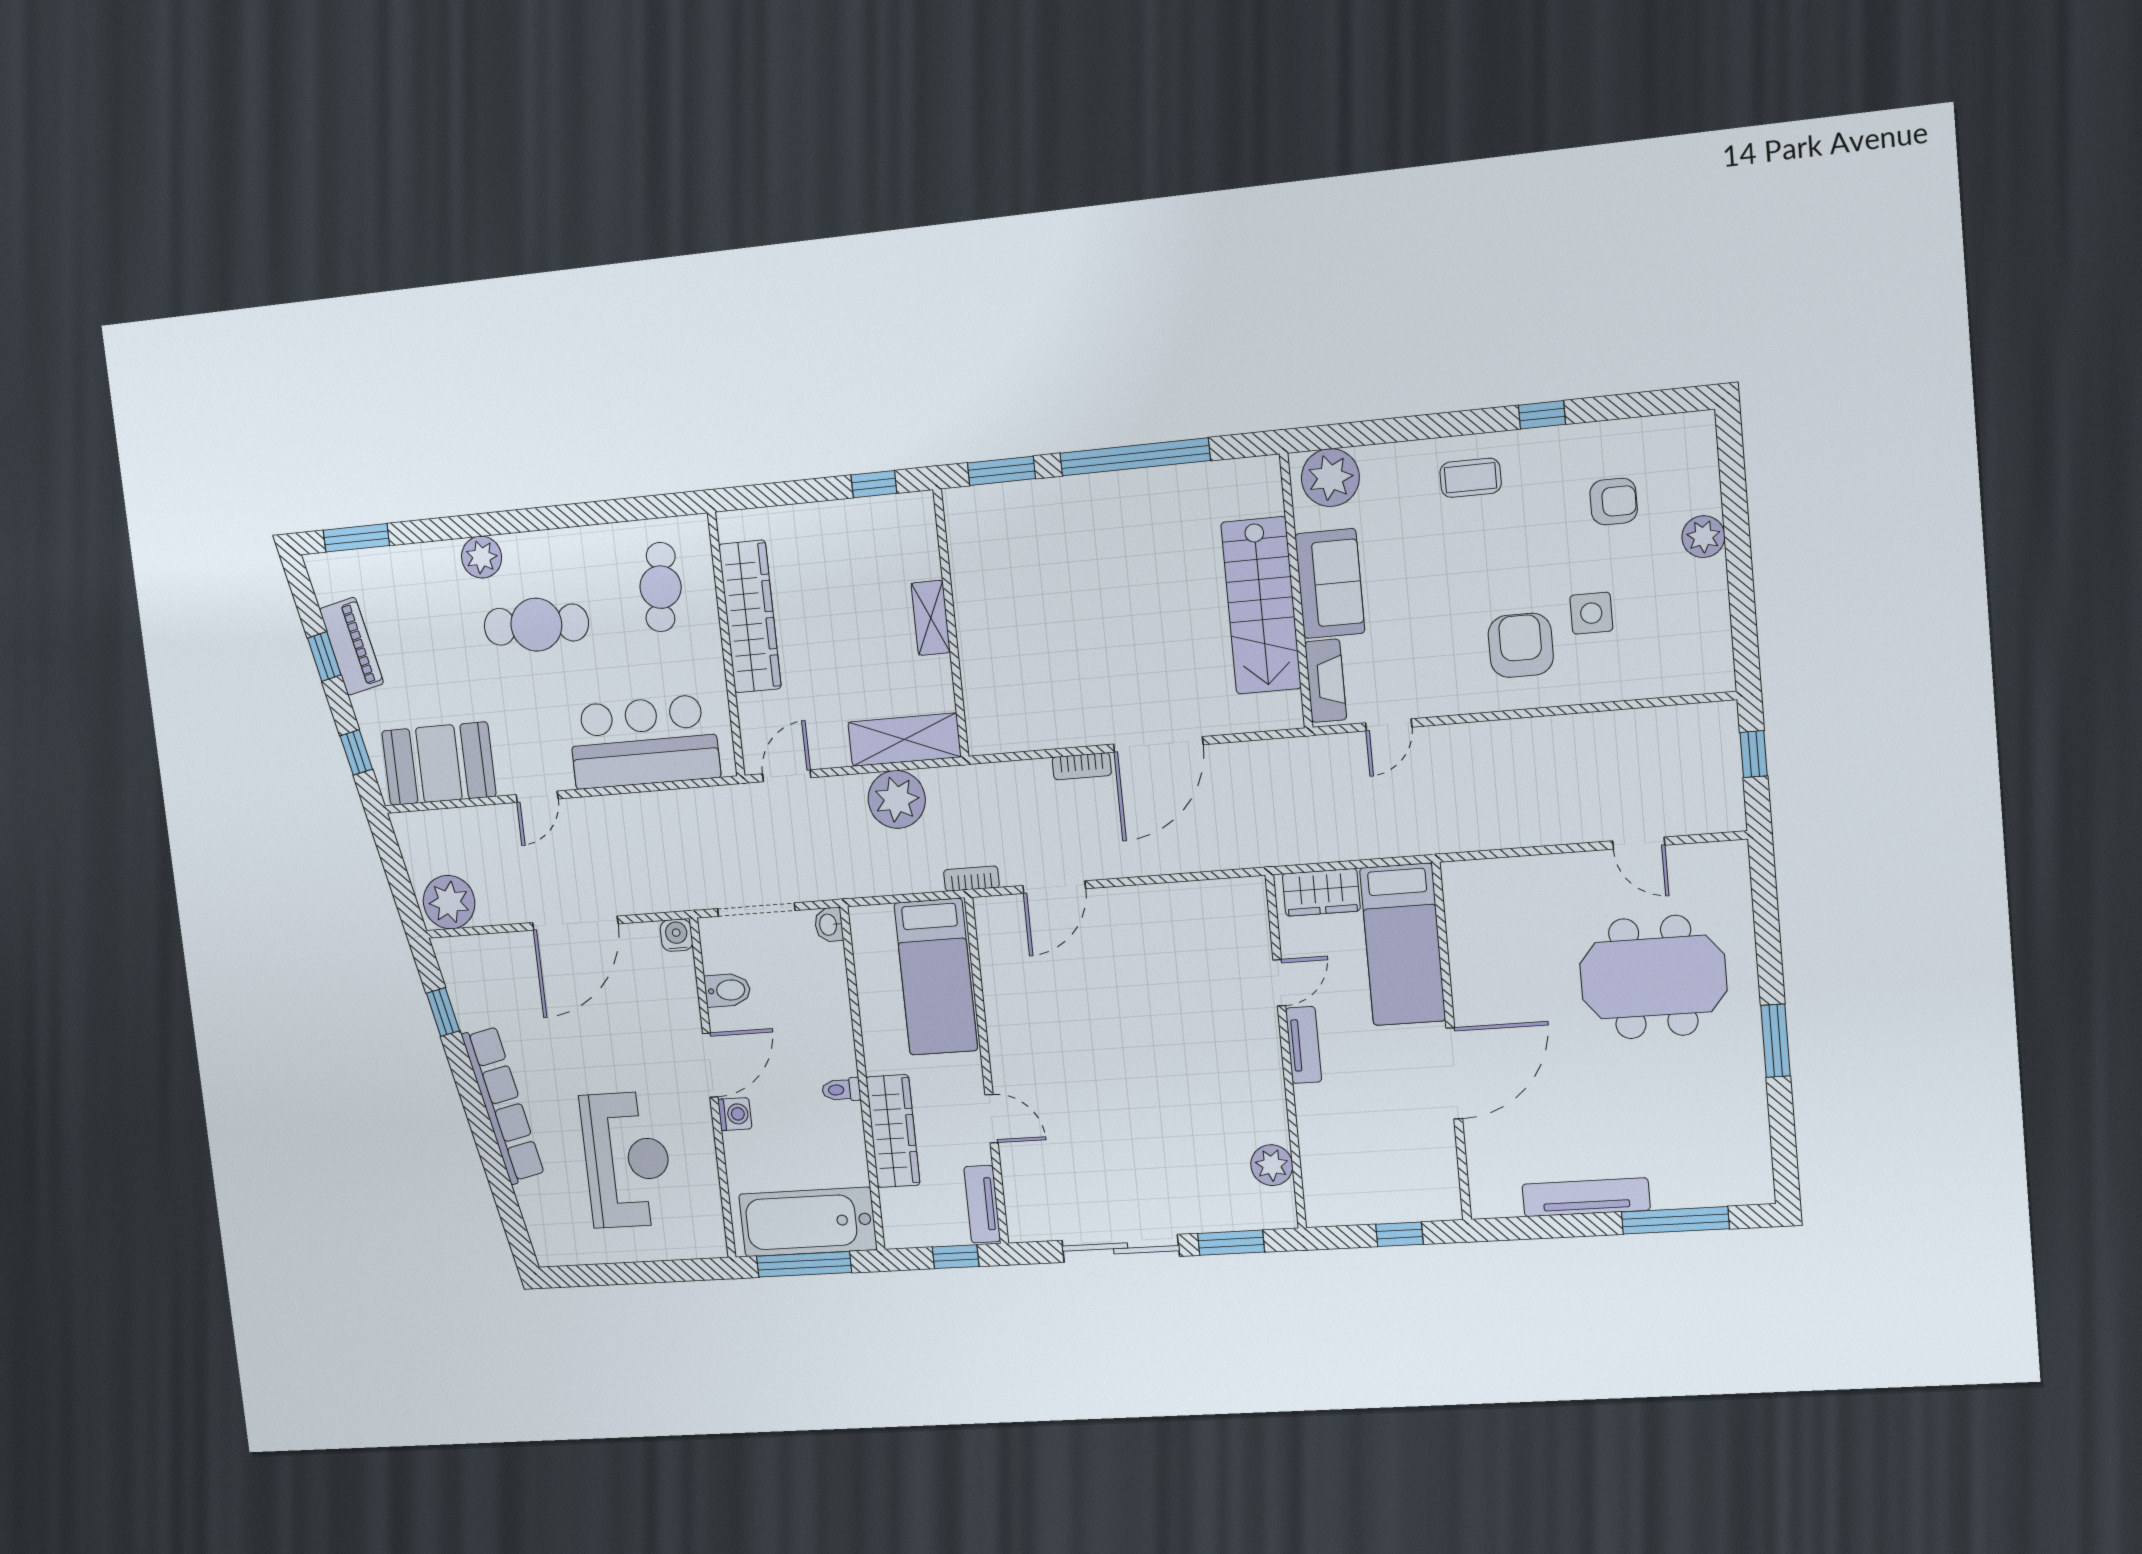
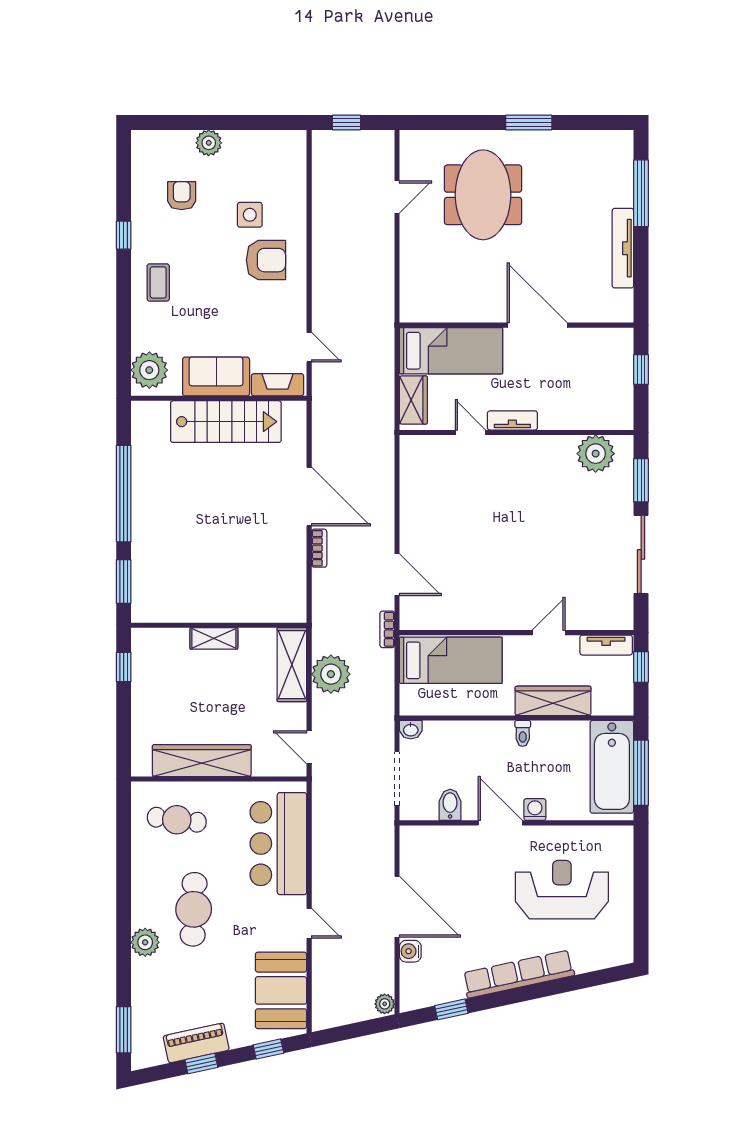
armchair: (1521, 645) -> (266, 260), turned 180
plant: (449, 902) -> (385, 1004), width x0.53, depth x0.53
water cooler: (676, 935) -> (410, 951), moved
plant: (1272, 1165) -> (596, 454), width x1.36, depth x1.36

